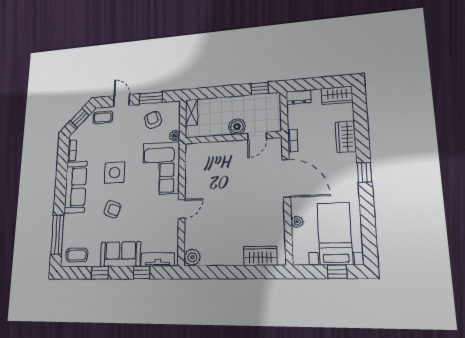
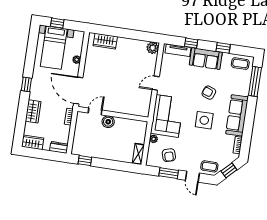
boiler: (237, 127) -> (108, 122), moved
door: (257, 136) -> (95, 112), moved
wall: (232, 138) -> (113, 114), moved

